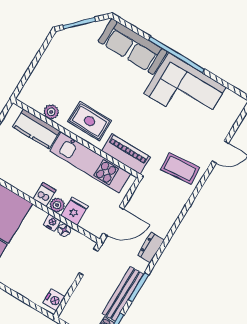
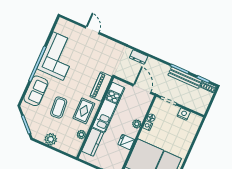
sofa: (133, 47) -> (36, 91), width x0.73
plant: (50, 61) -> (51, 139), added
coffee table: (180, 169) -> (59, 108), moved
dishwasher: (44, 195) -> (131, 132), removed
fridge: (74, 211) -> (126, 142), moved
dresser: (151, 248) -> (139, 57), moved
nightstand: (54, 300) -> (184, 114), moved

